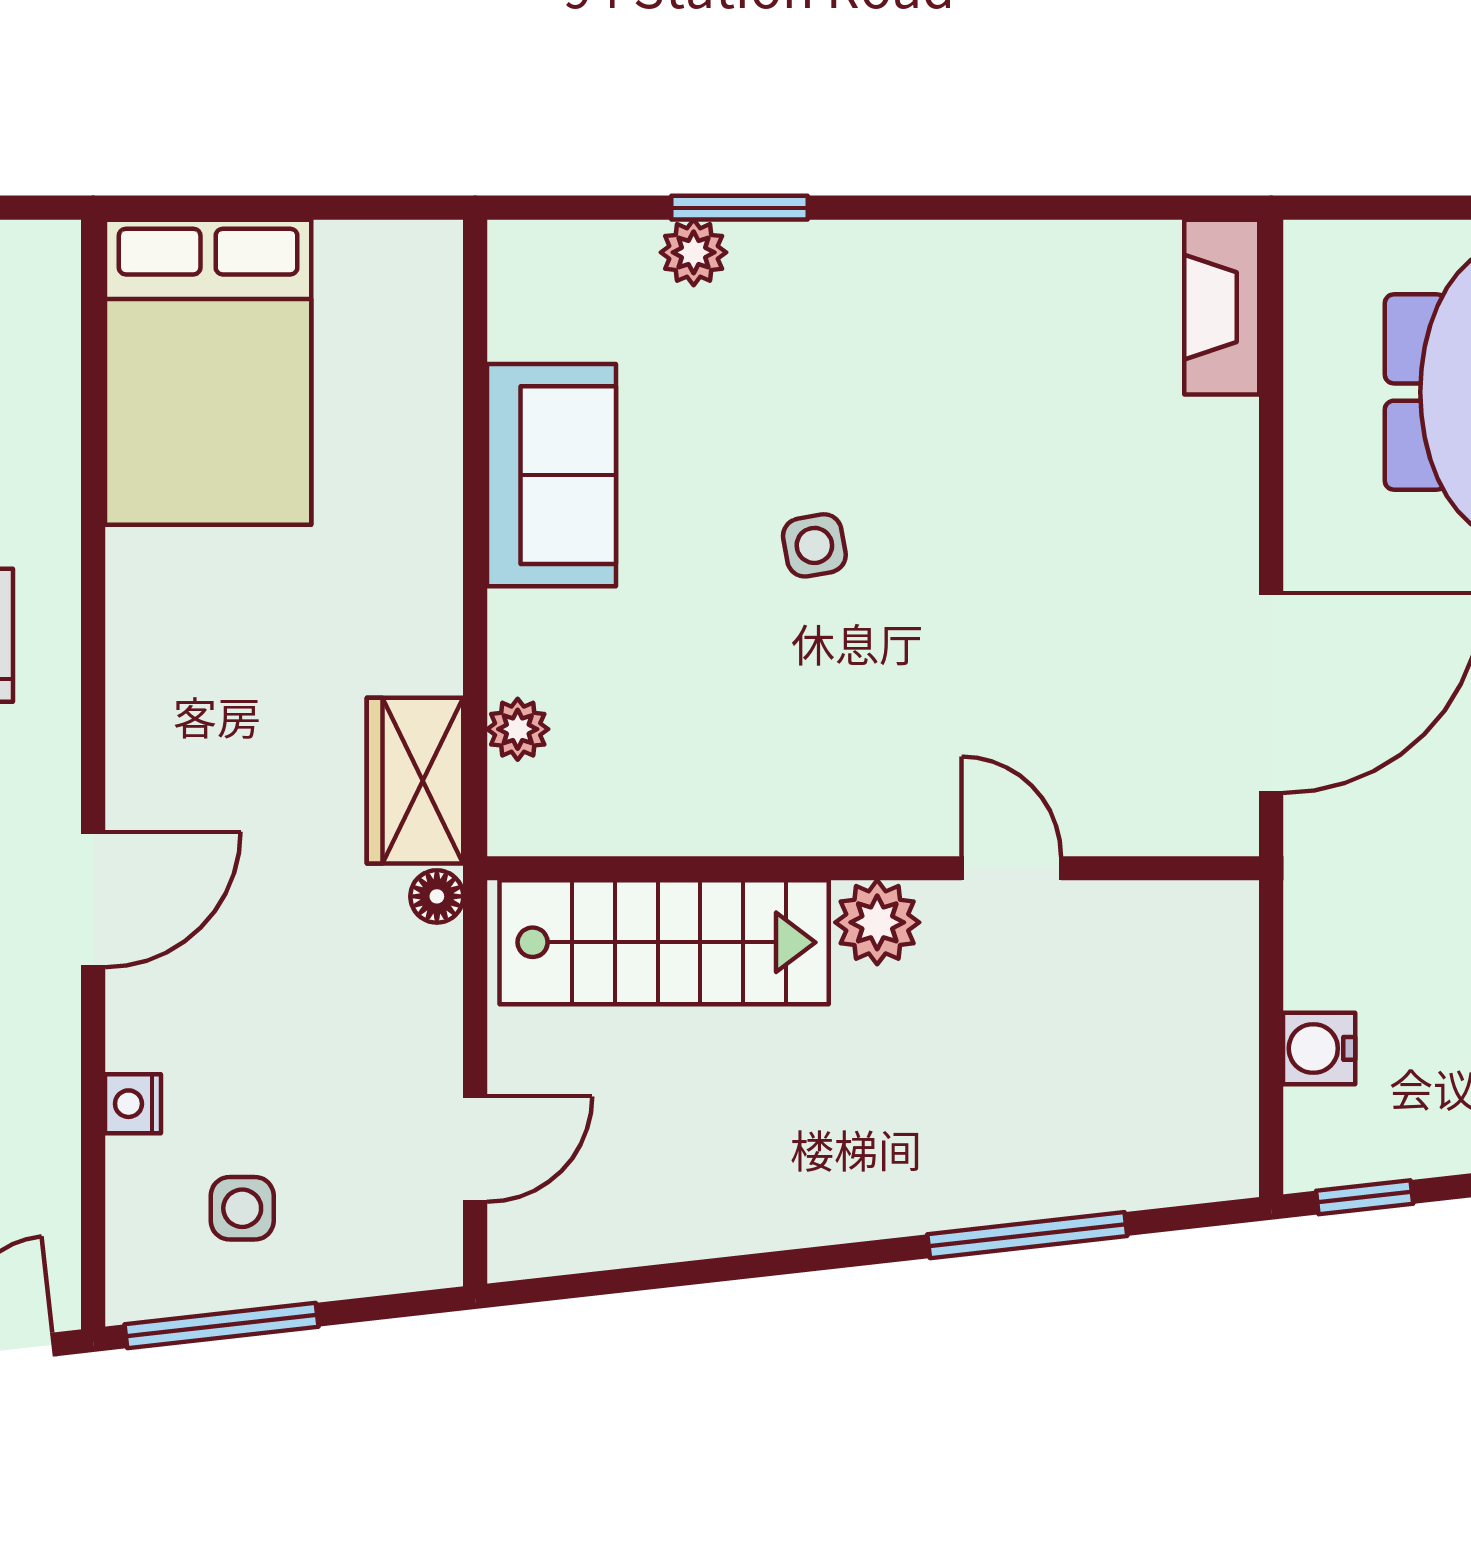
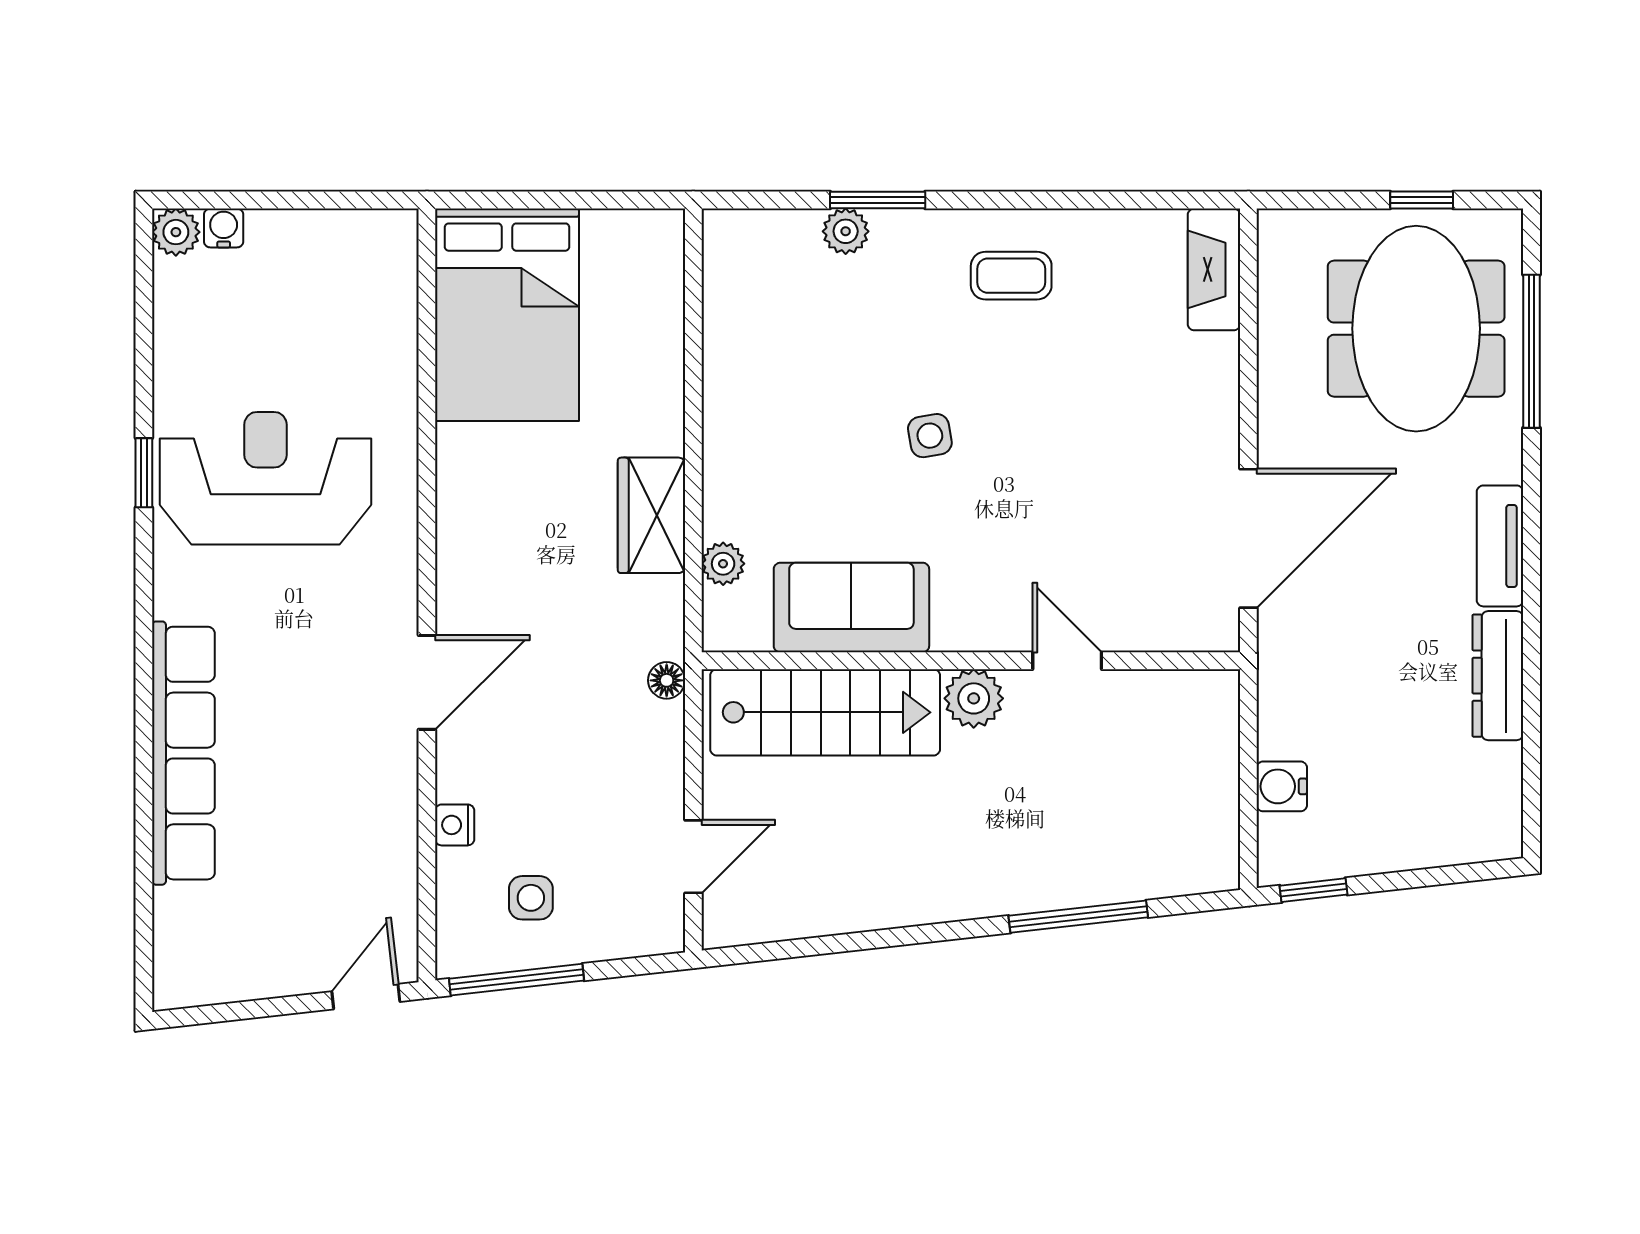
coffee table: (931, 316) -> (1011, 276), added
sofa: (551, 475) -> (851, 608), moved, turned -90
wardrobe: (415, 781) -> (651, 515), moved

